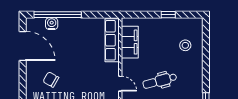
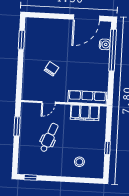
chair: (51, 80) -> (51, 69), moved
dental chair: (160, 81) -> (49, 138), turned 37

